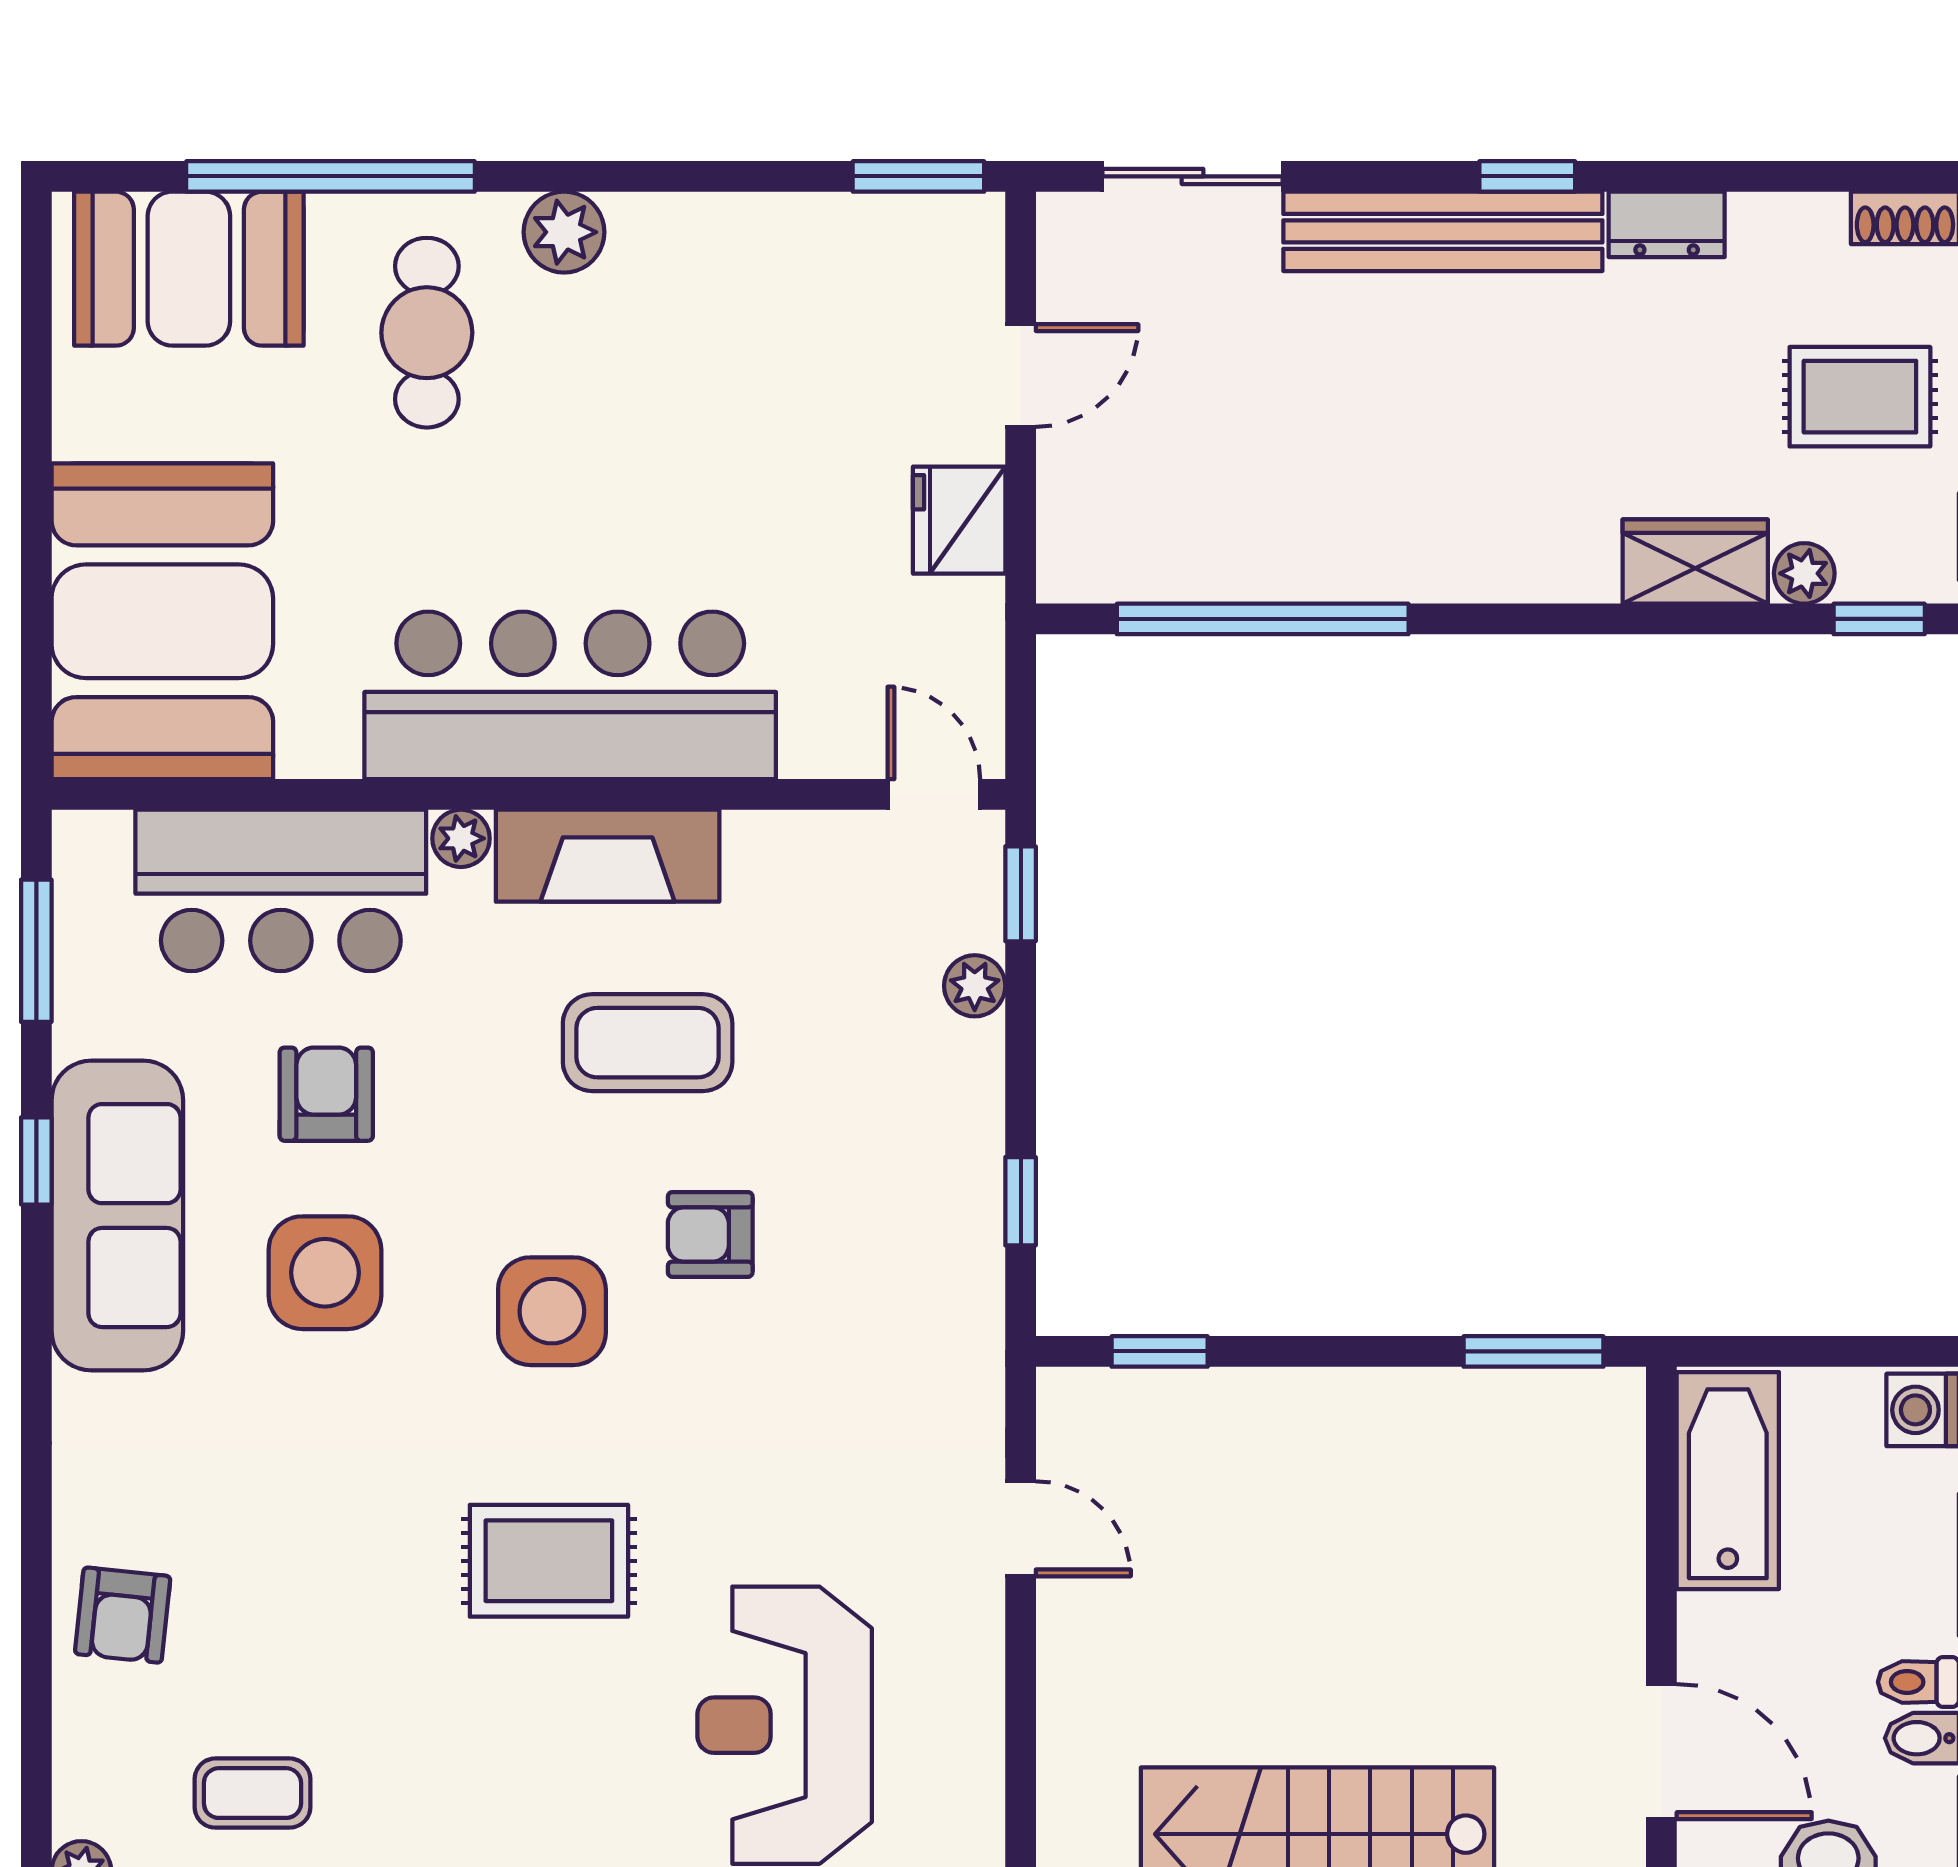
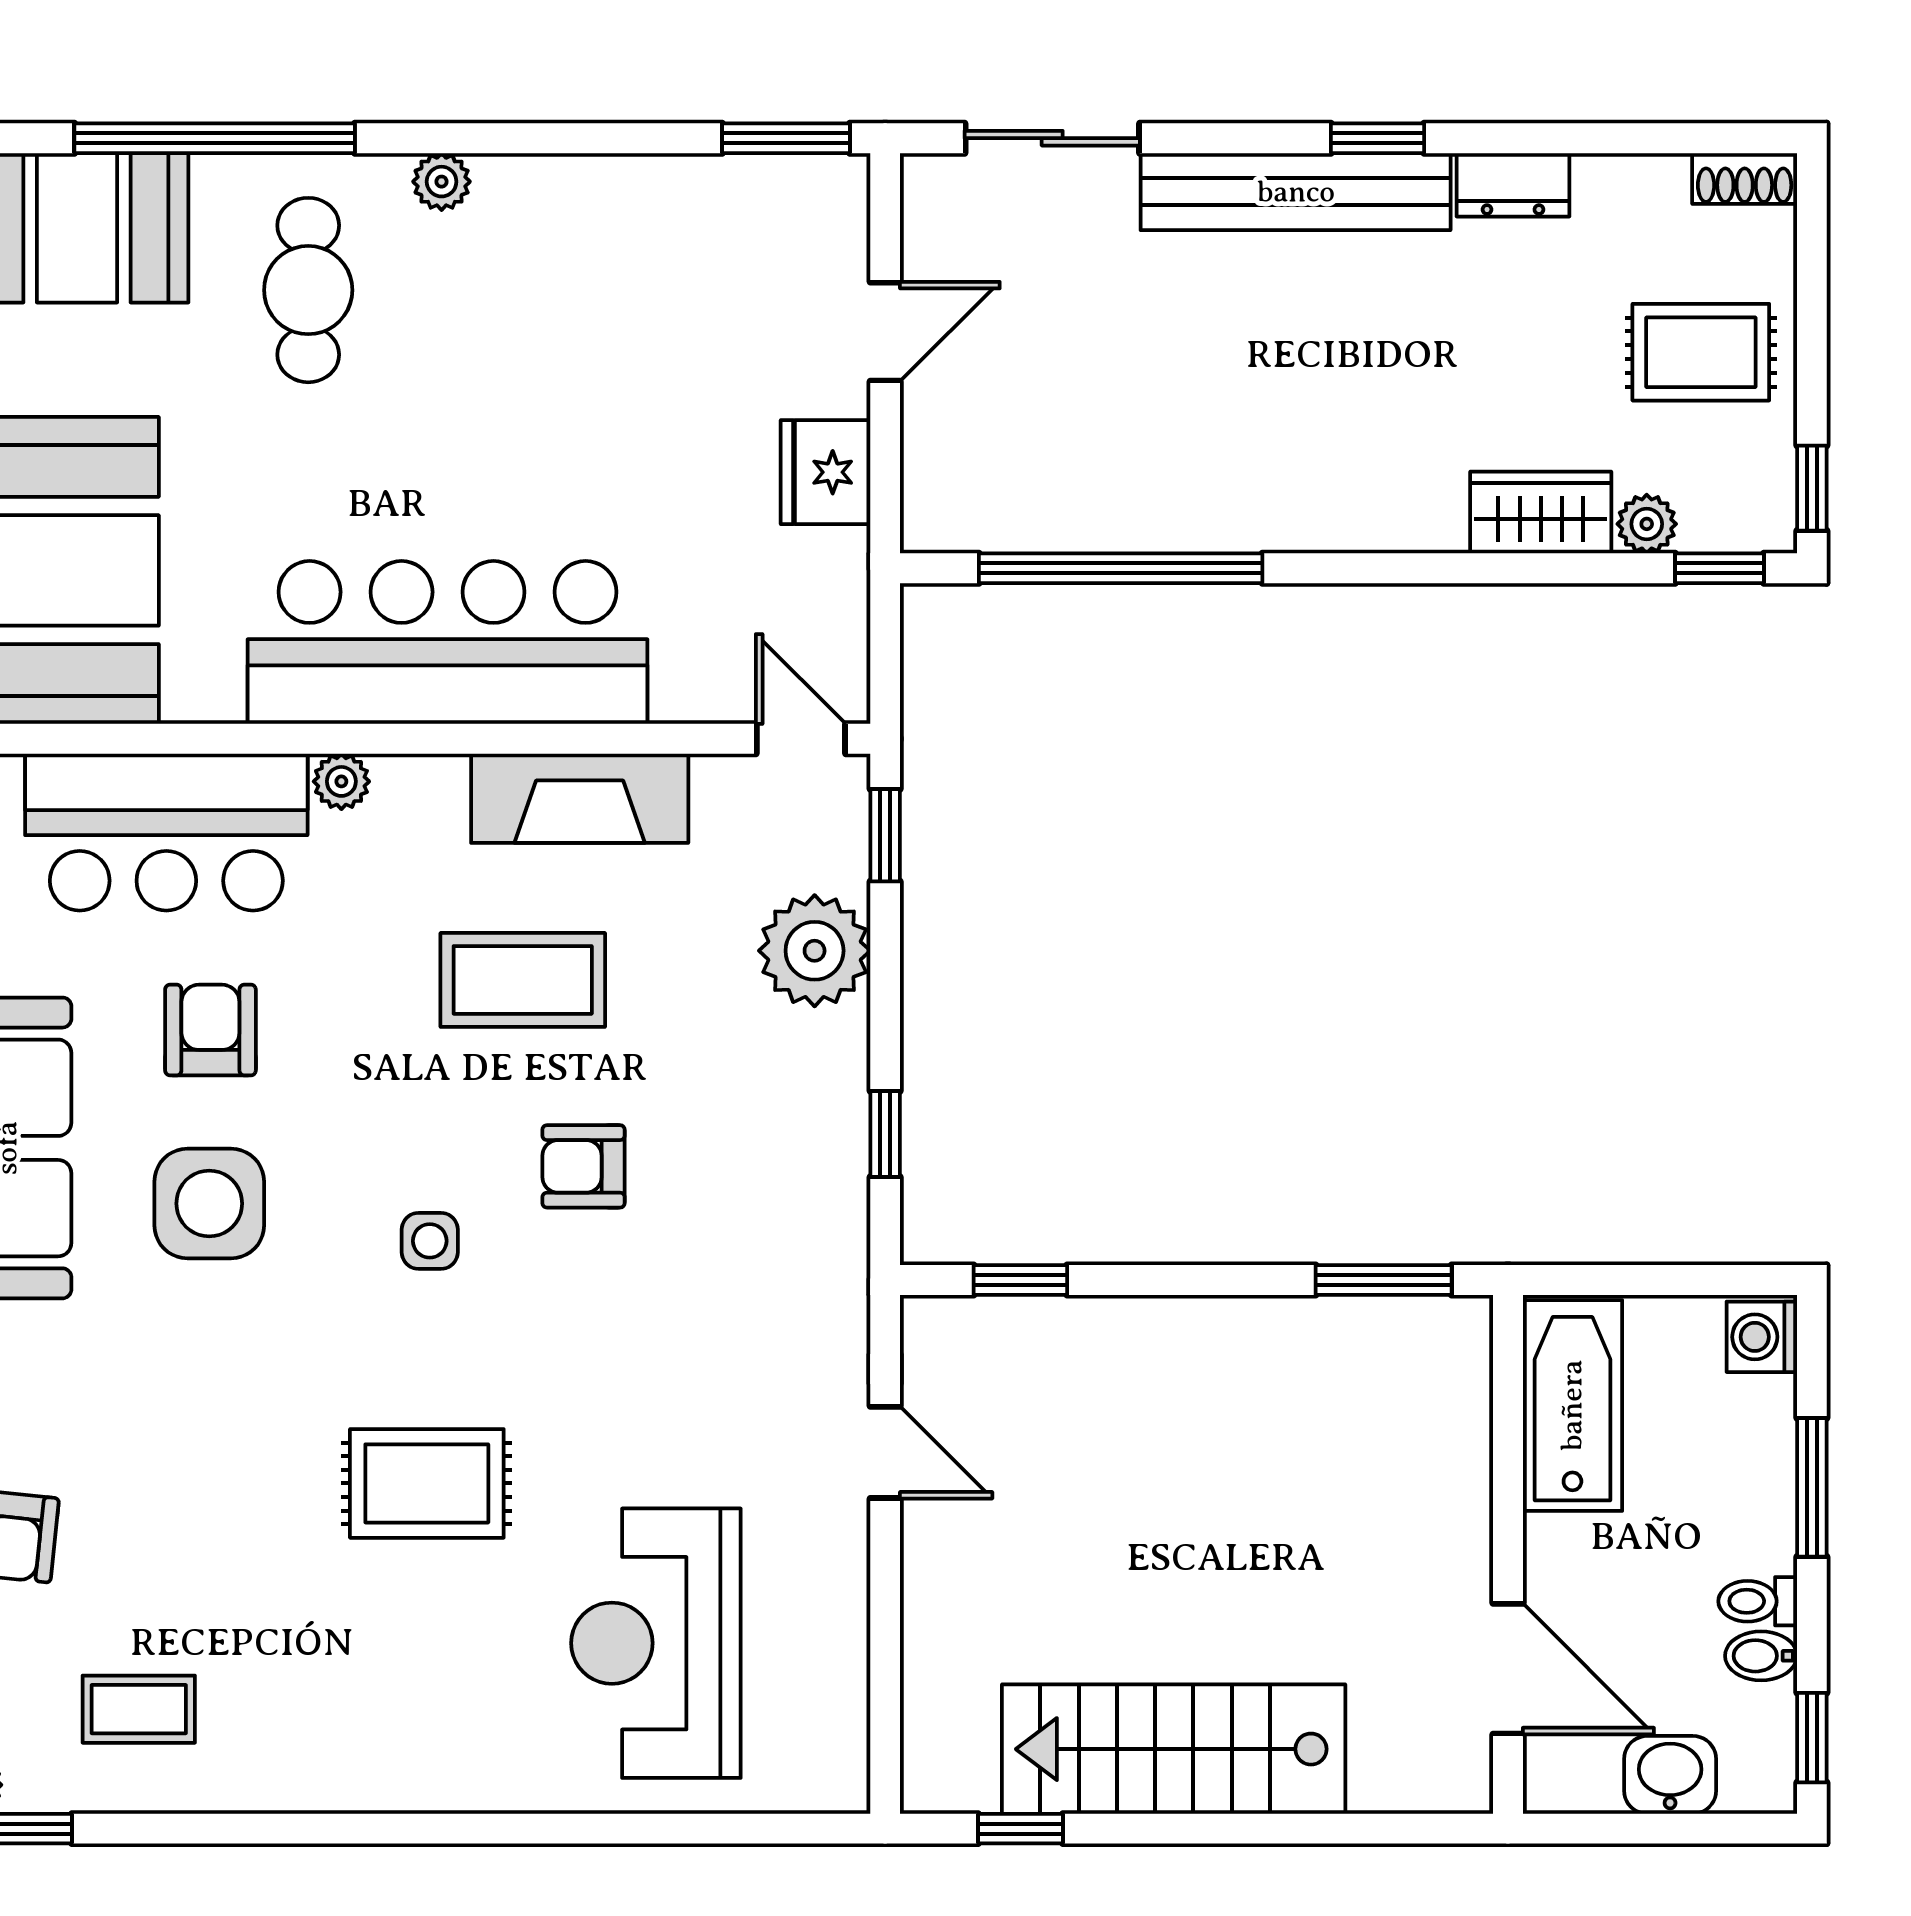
plant: (564, 232) -> (442, 182), width x0.73, depth x0.73
fireplace: (608, 856) -> (580, 798), moved
plant: (975, 986) -> (815, 951), width x1.87, depth x1.87
side table: (552, 1311) -> (430, 1241), width x0.54, depth x0.54

